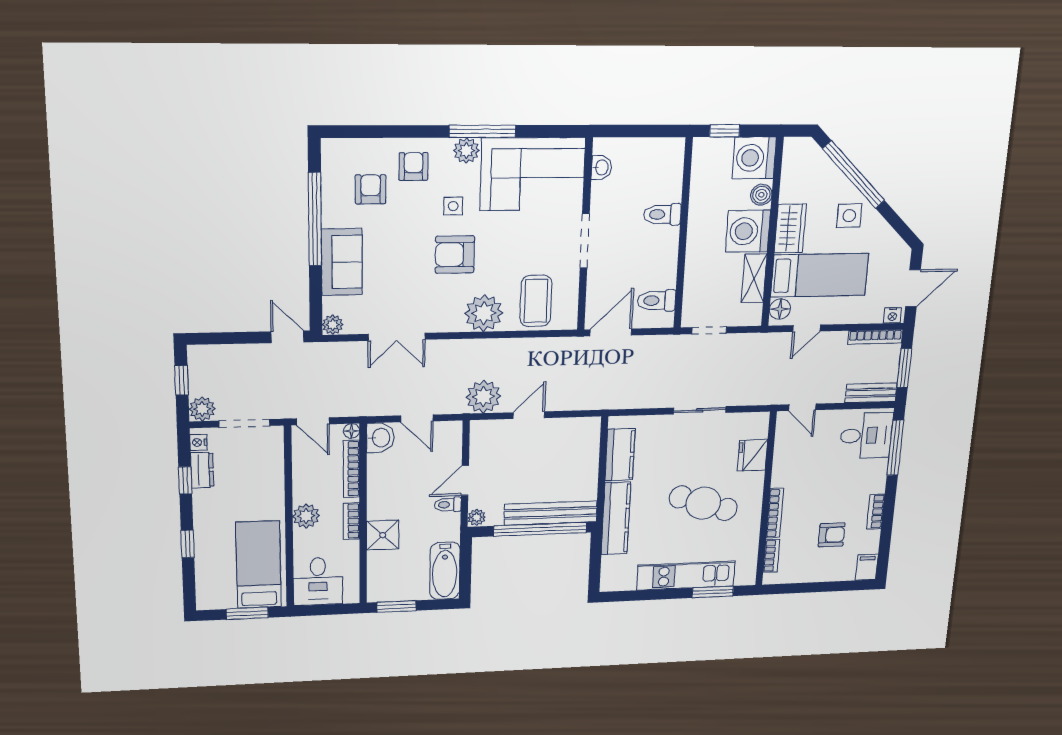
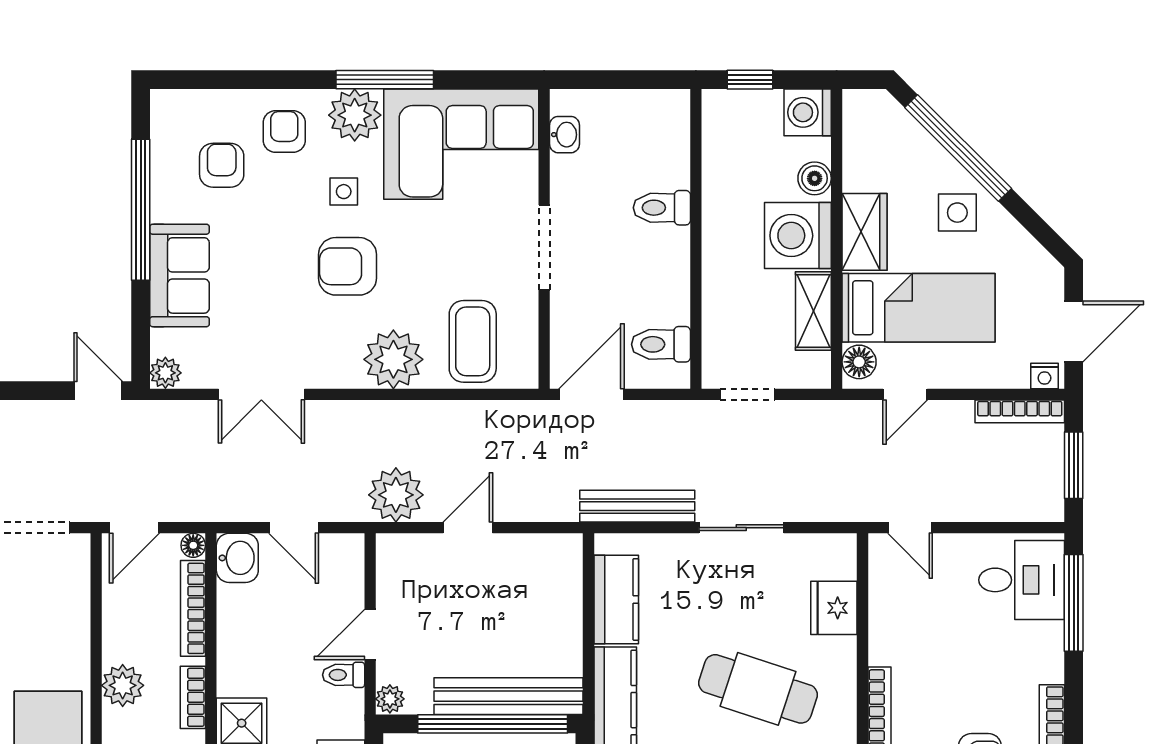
plant: (466, 151) -> (355, 115), width x1.36, depth x1.36
washing machine: (754, 158) -> (808, 112), width x0.73, depth x0.73
bench: (871, 393) -> (637, 506), moved, width x1.36
door: (313, 421) -> (134, 528), hinge flipped

